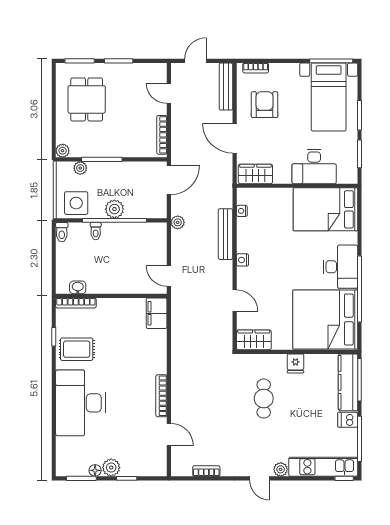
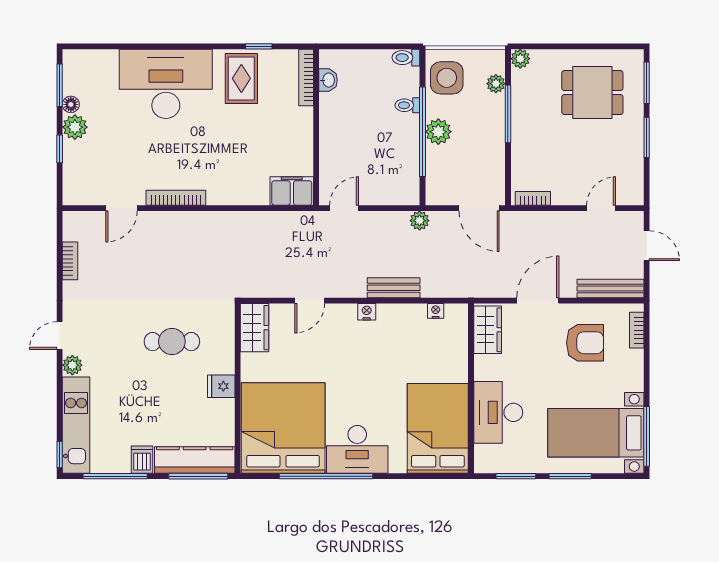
bookcase: (162, 135) -> (533, 198), width x0.64
bench: (225, 234) -> (394, 288), width x0.73

